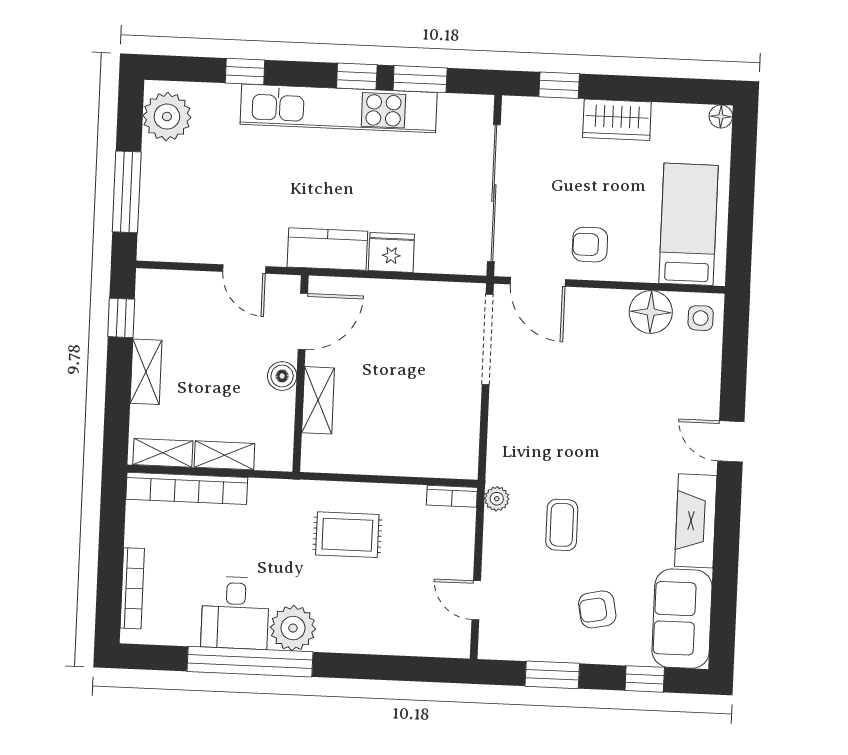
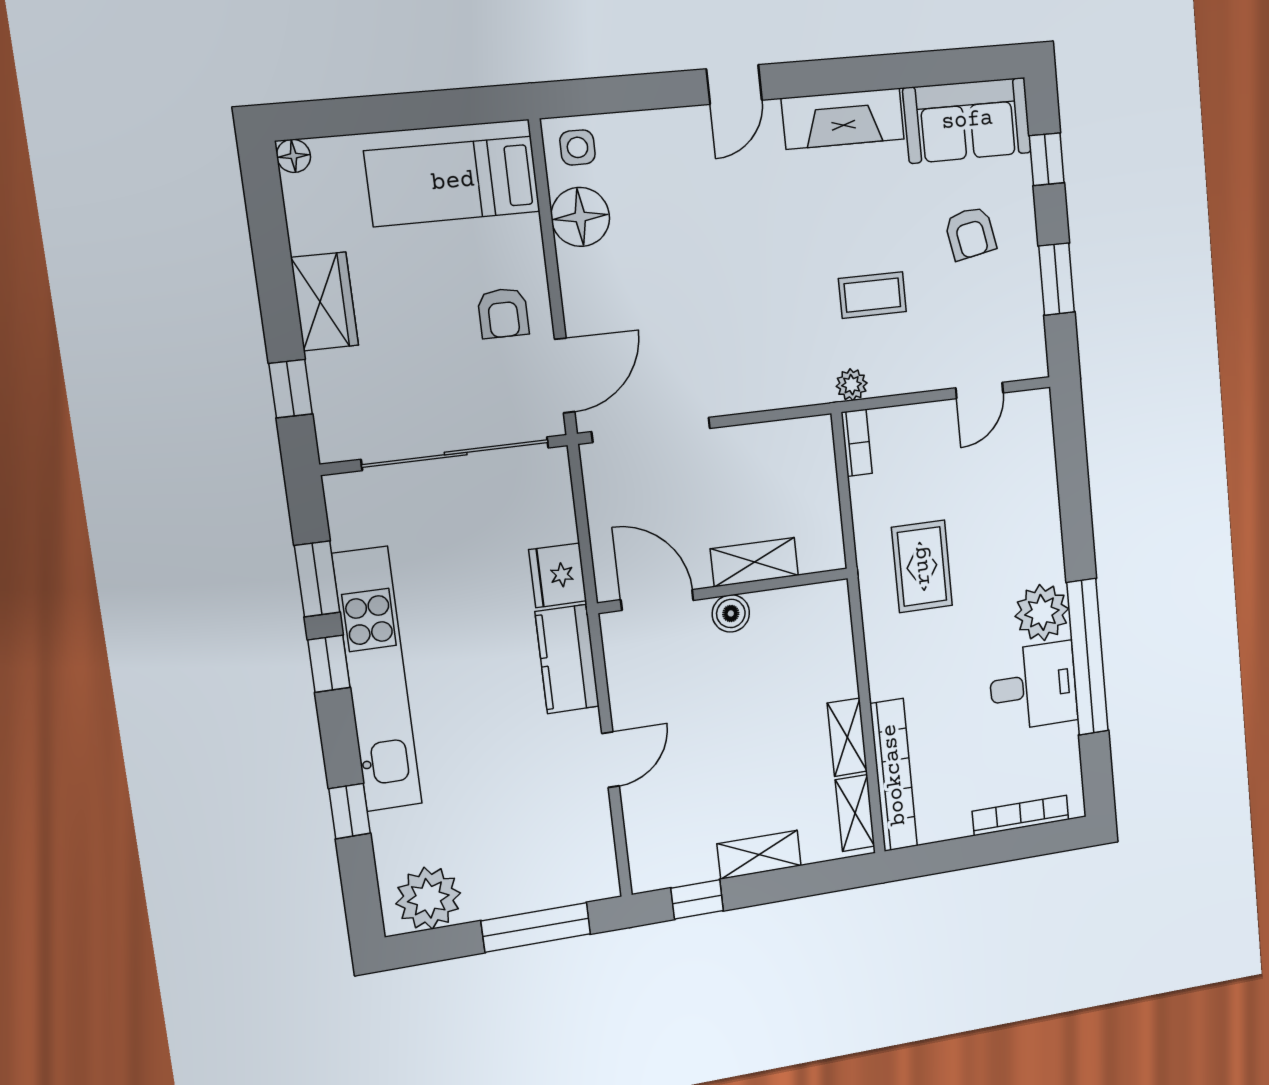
door: (303, 321) -> (657, 600), moved
wall: (301, 374) -> (724, 591), moved
boiler: (282, 376) -> (731, 613), moved
shelving: (318, 400) -> (754, 562), moved

